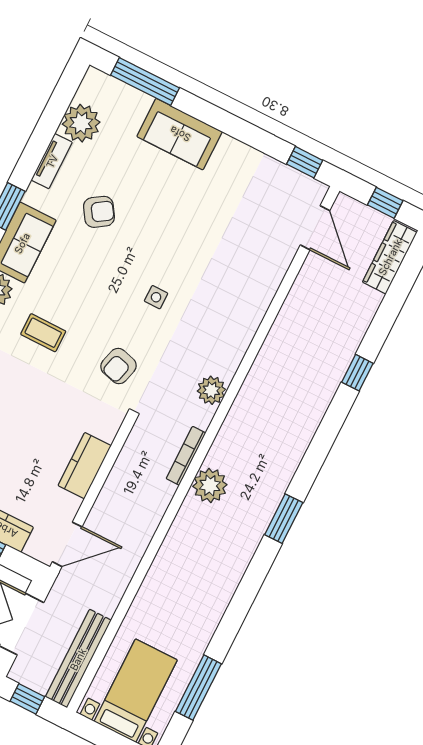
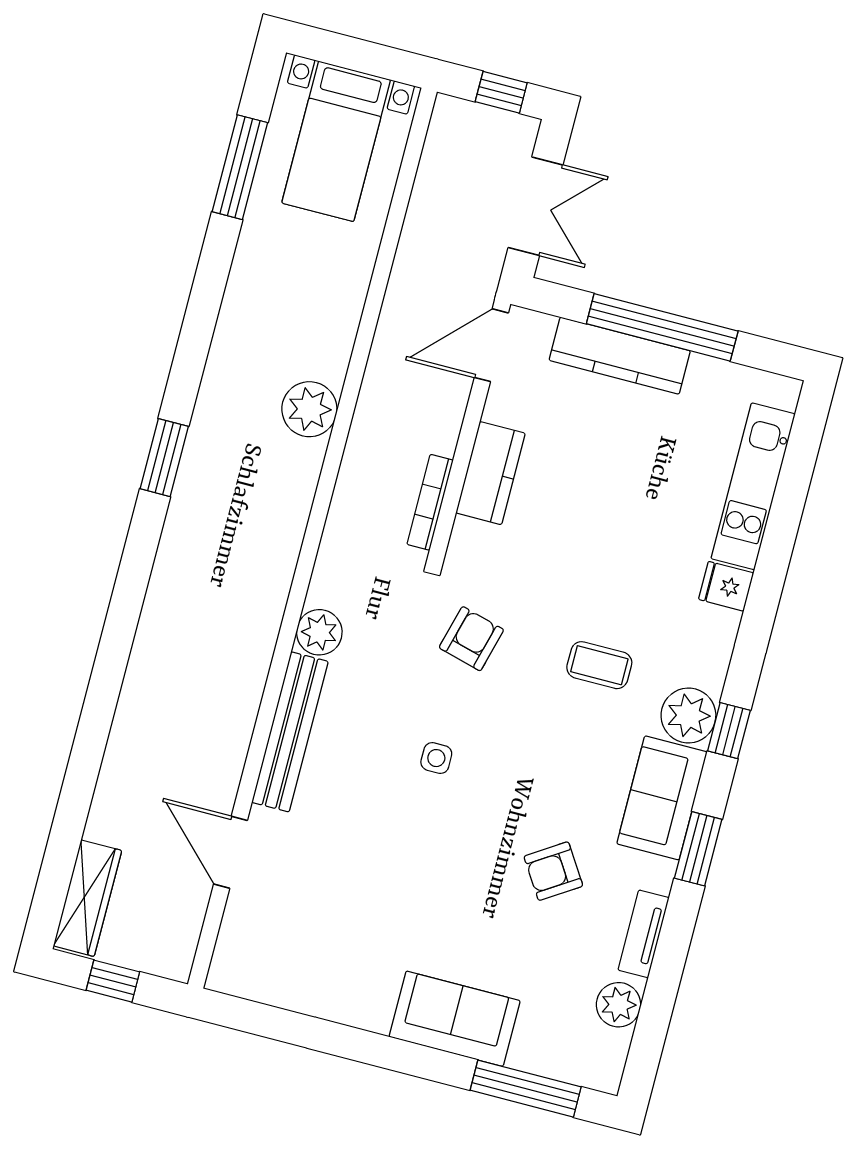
plant: (81, 123) -> (619, 1005), width x0.73, depth x0.73
window: (305, 162) -> (251, 1017), removed
door: (315, 228) -> (230, 852), moved
window: (357, 373) -> (99, 708), removed
bookcase: (186, 456) -> (430, 502), moved, turned 180
plant: (210, 485) -> (309, 409), moved
bench: (78, 659) -> (290, 732), moved

